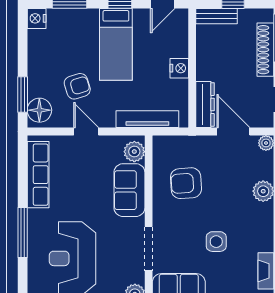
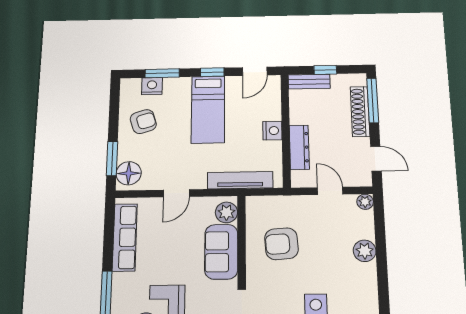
nightstand: (37, 18) -> (152, 86), moved, turned 90
armchair: (77, 86) -> (143, 122), moved
dresser: (205, 104) -> (299, 147), moved
door: (86, 131) -> (176, 193), swing flipped
door: (233, 131) -> (330, 191), width x0.73

